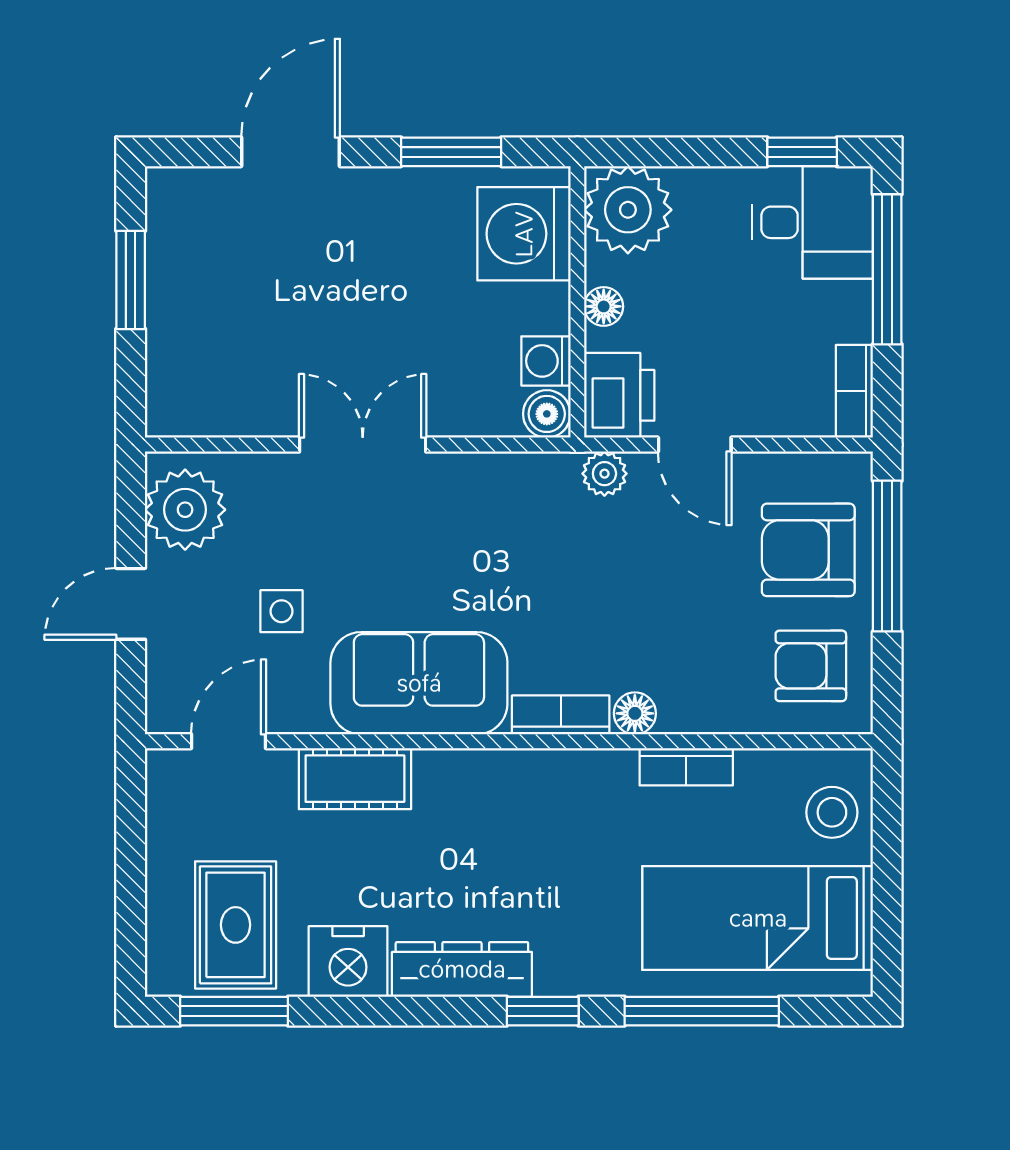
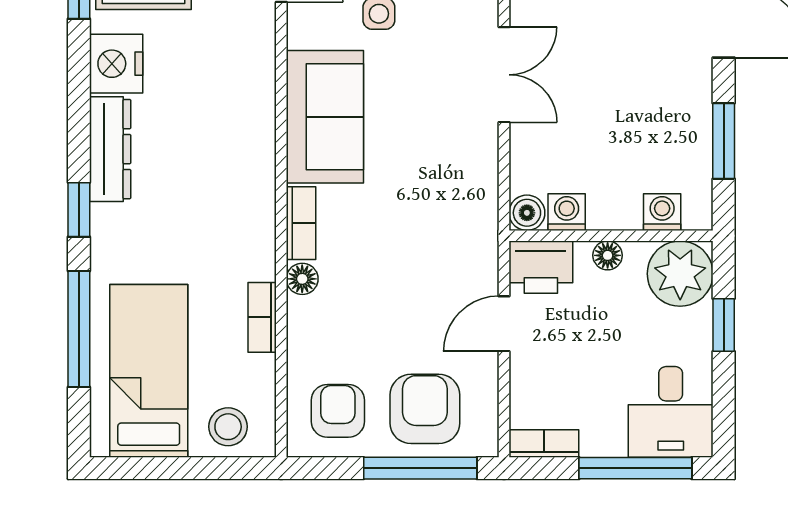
window: (802, 152) -> (724, 325), moved
washing machine: (524, 234) -> (662, 212), width x0.53, depth x0.53
plant: (604, 474) -> (482, 256), removed
cot: (355, 779) -> (253, 69), removed

